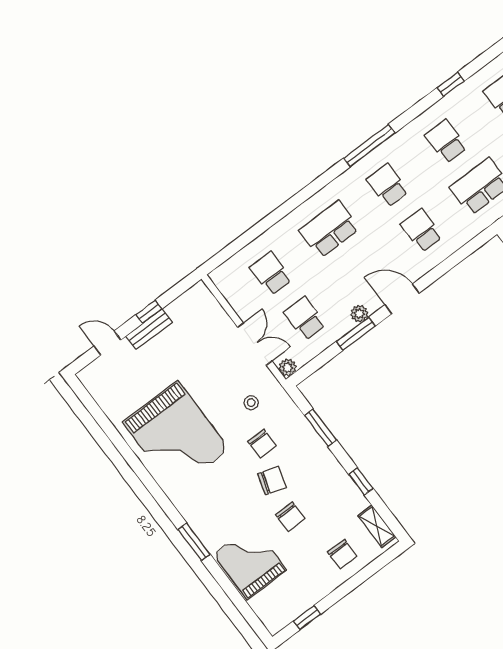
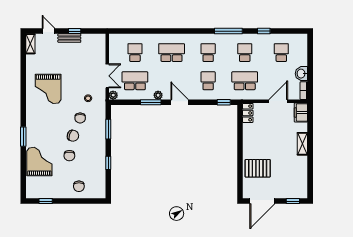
window: (369, 146) -> (228, 31), moved
window: (472, 246) -> (224, 102), added
school desk: (305, 318) -> (135, 81), width x1.85
grand piano: (176, 436) -> (48, 89), width x0.73, depth x0.68
shelving: (377, 526) -> (30, 44), moved

